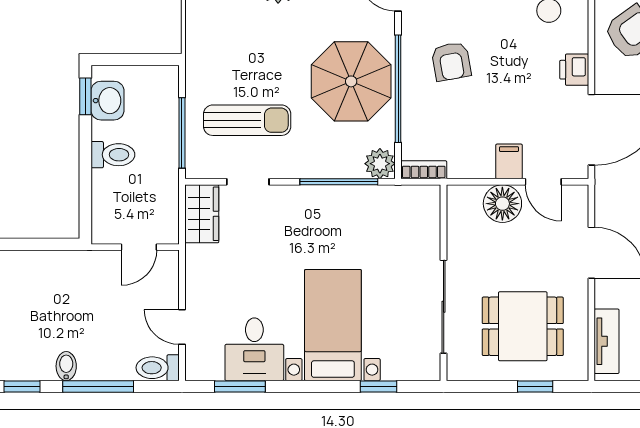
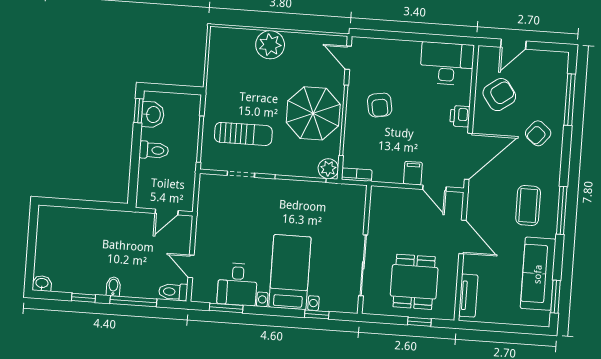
floor lamp: (502, 204) -> (407, 201), removed
wardrobe: (202, 214) -> (209, 193), removed
dining table: (523, 326) -> (414, 282), turned 90

